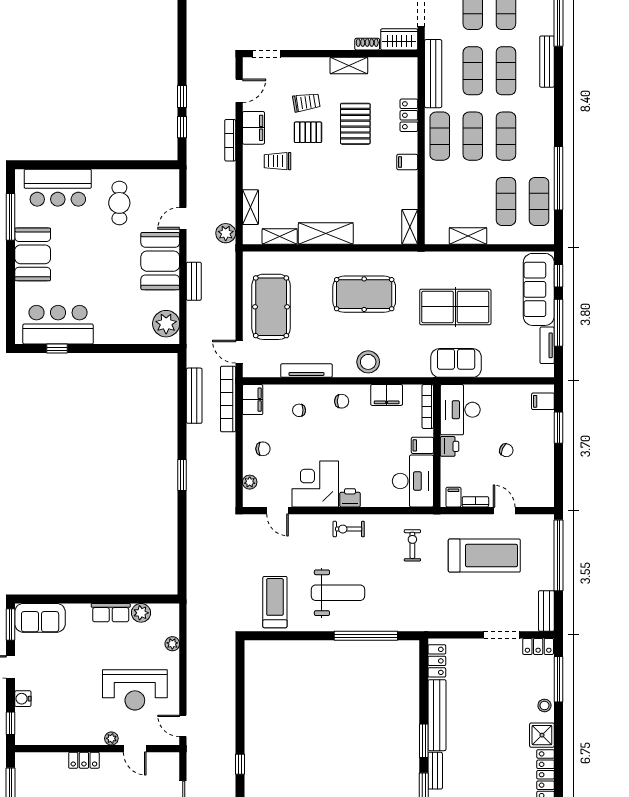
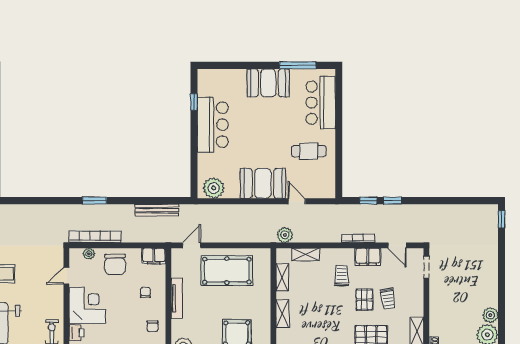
shelving: (326, 233) -> (282, 314), width x0.67, depth x0.75
bench: (194, 281) -> (247, 210), removed
bar counter: (58, 325) -> (213, 125), moved
bookcase: (228, 399) -> (95, 237), moved
chair: (263, 449) -> (115, 264), width x1.87, depth x1.87

